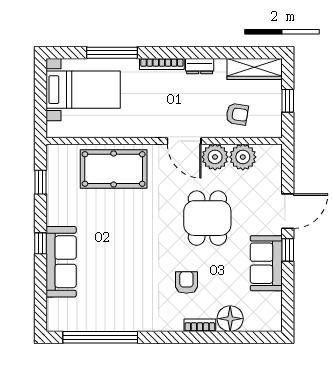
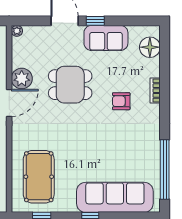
plant: (243, 157) -> (17, 31), moved, width x0.53, depth x0.53
pool table: (114, 169) -> (39, 177), moved
sofa: (61, 262) -> (115, 197), width x1.36, depth x1.27
floor lamp: (230, 319) -> (150, 47), moved

